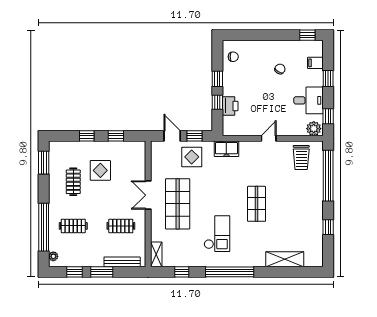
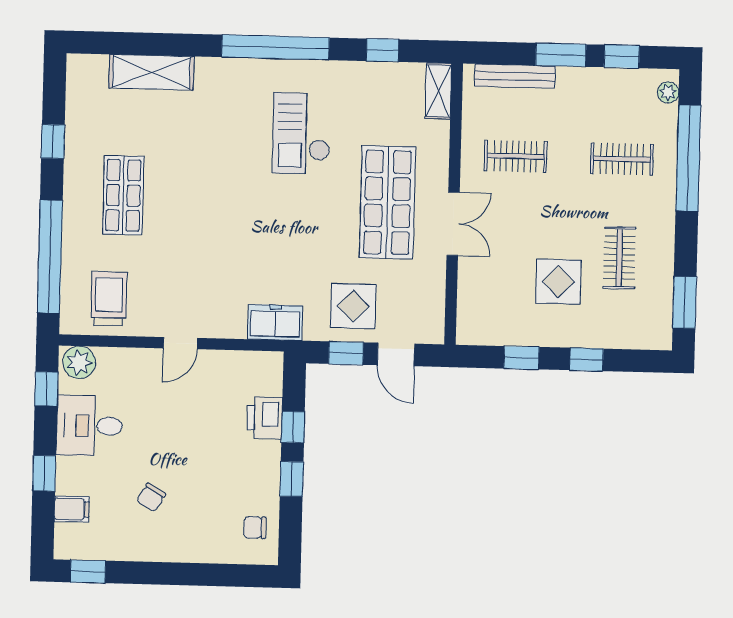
shop shelf: (257, 204) -> (123, 195), moved

